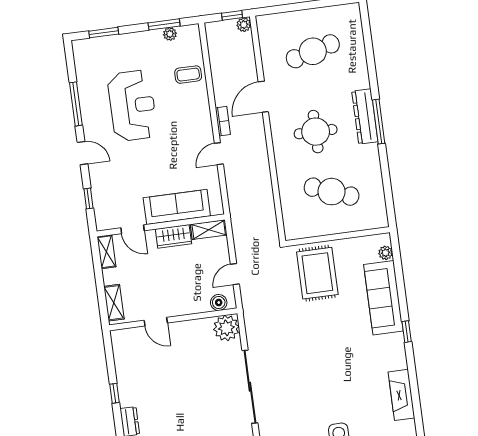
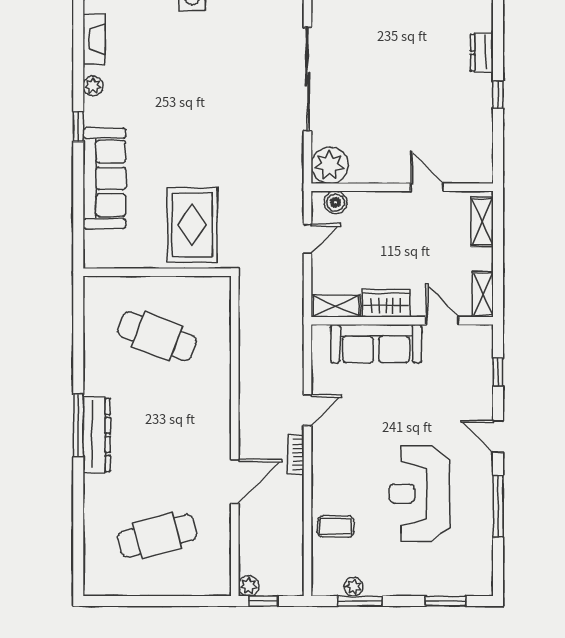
round table: (316, 132) -> (168, 423), removed
plant: (386, 253) -> (93, 86), moved
fireplace: (401, 395) -> (94, 39), width x0.73, depth x0.76

